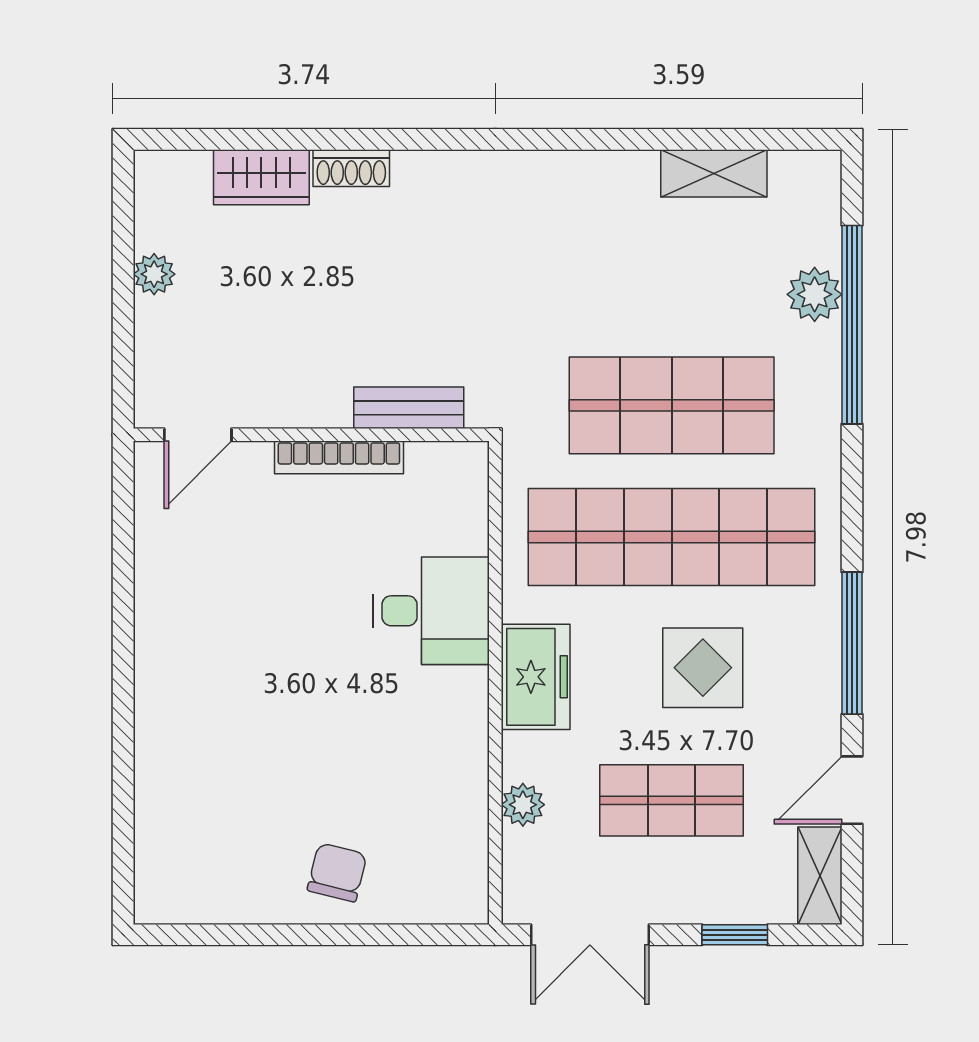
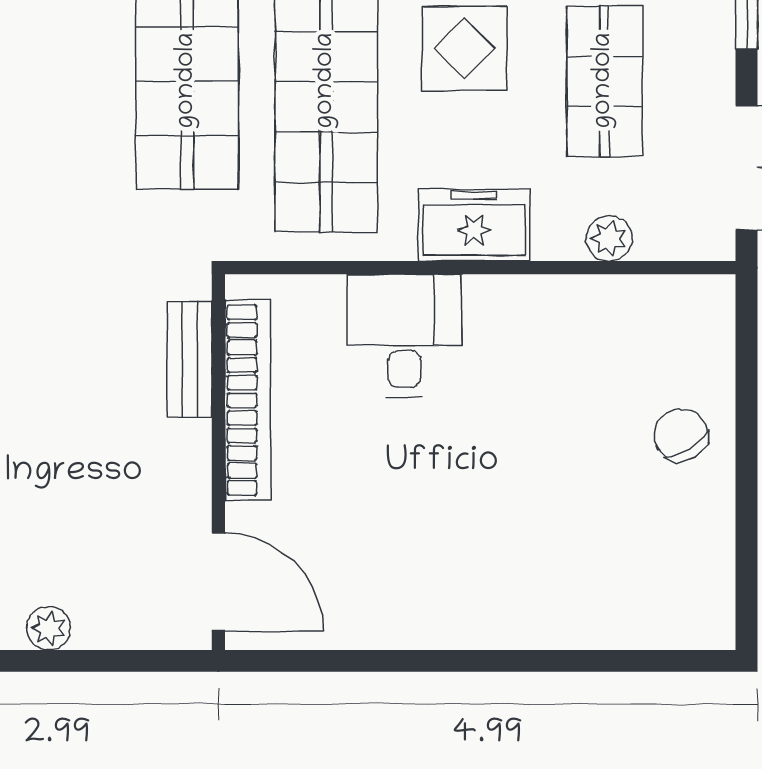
door: (198, 435) -> (218, 582), width x1.38
bookcase: (339, 457) -> (248, 400), width x1.48, depth x1.31
chair: (337, 872) -> (681, 435), turned 44

